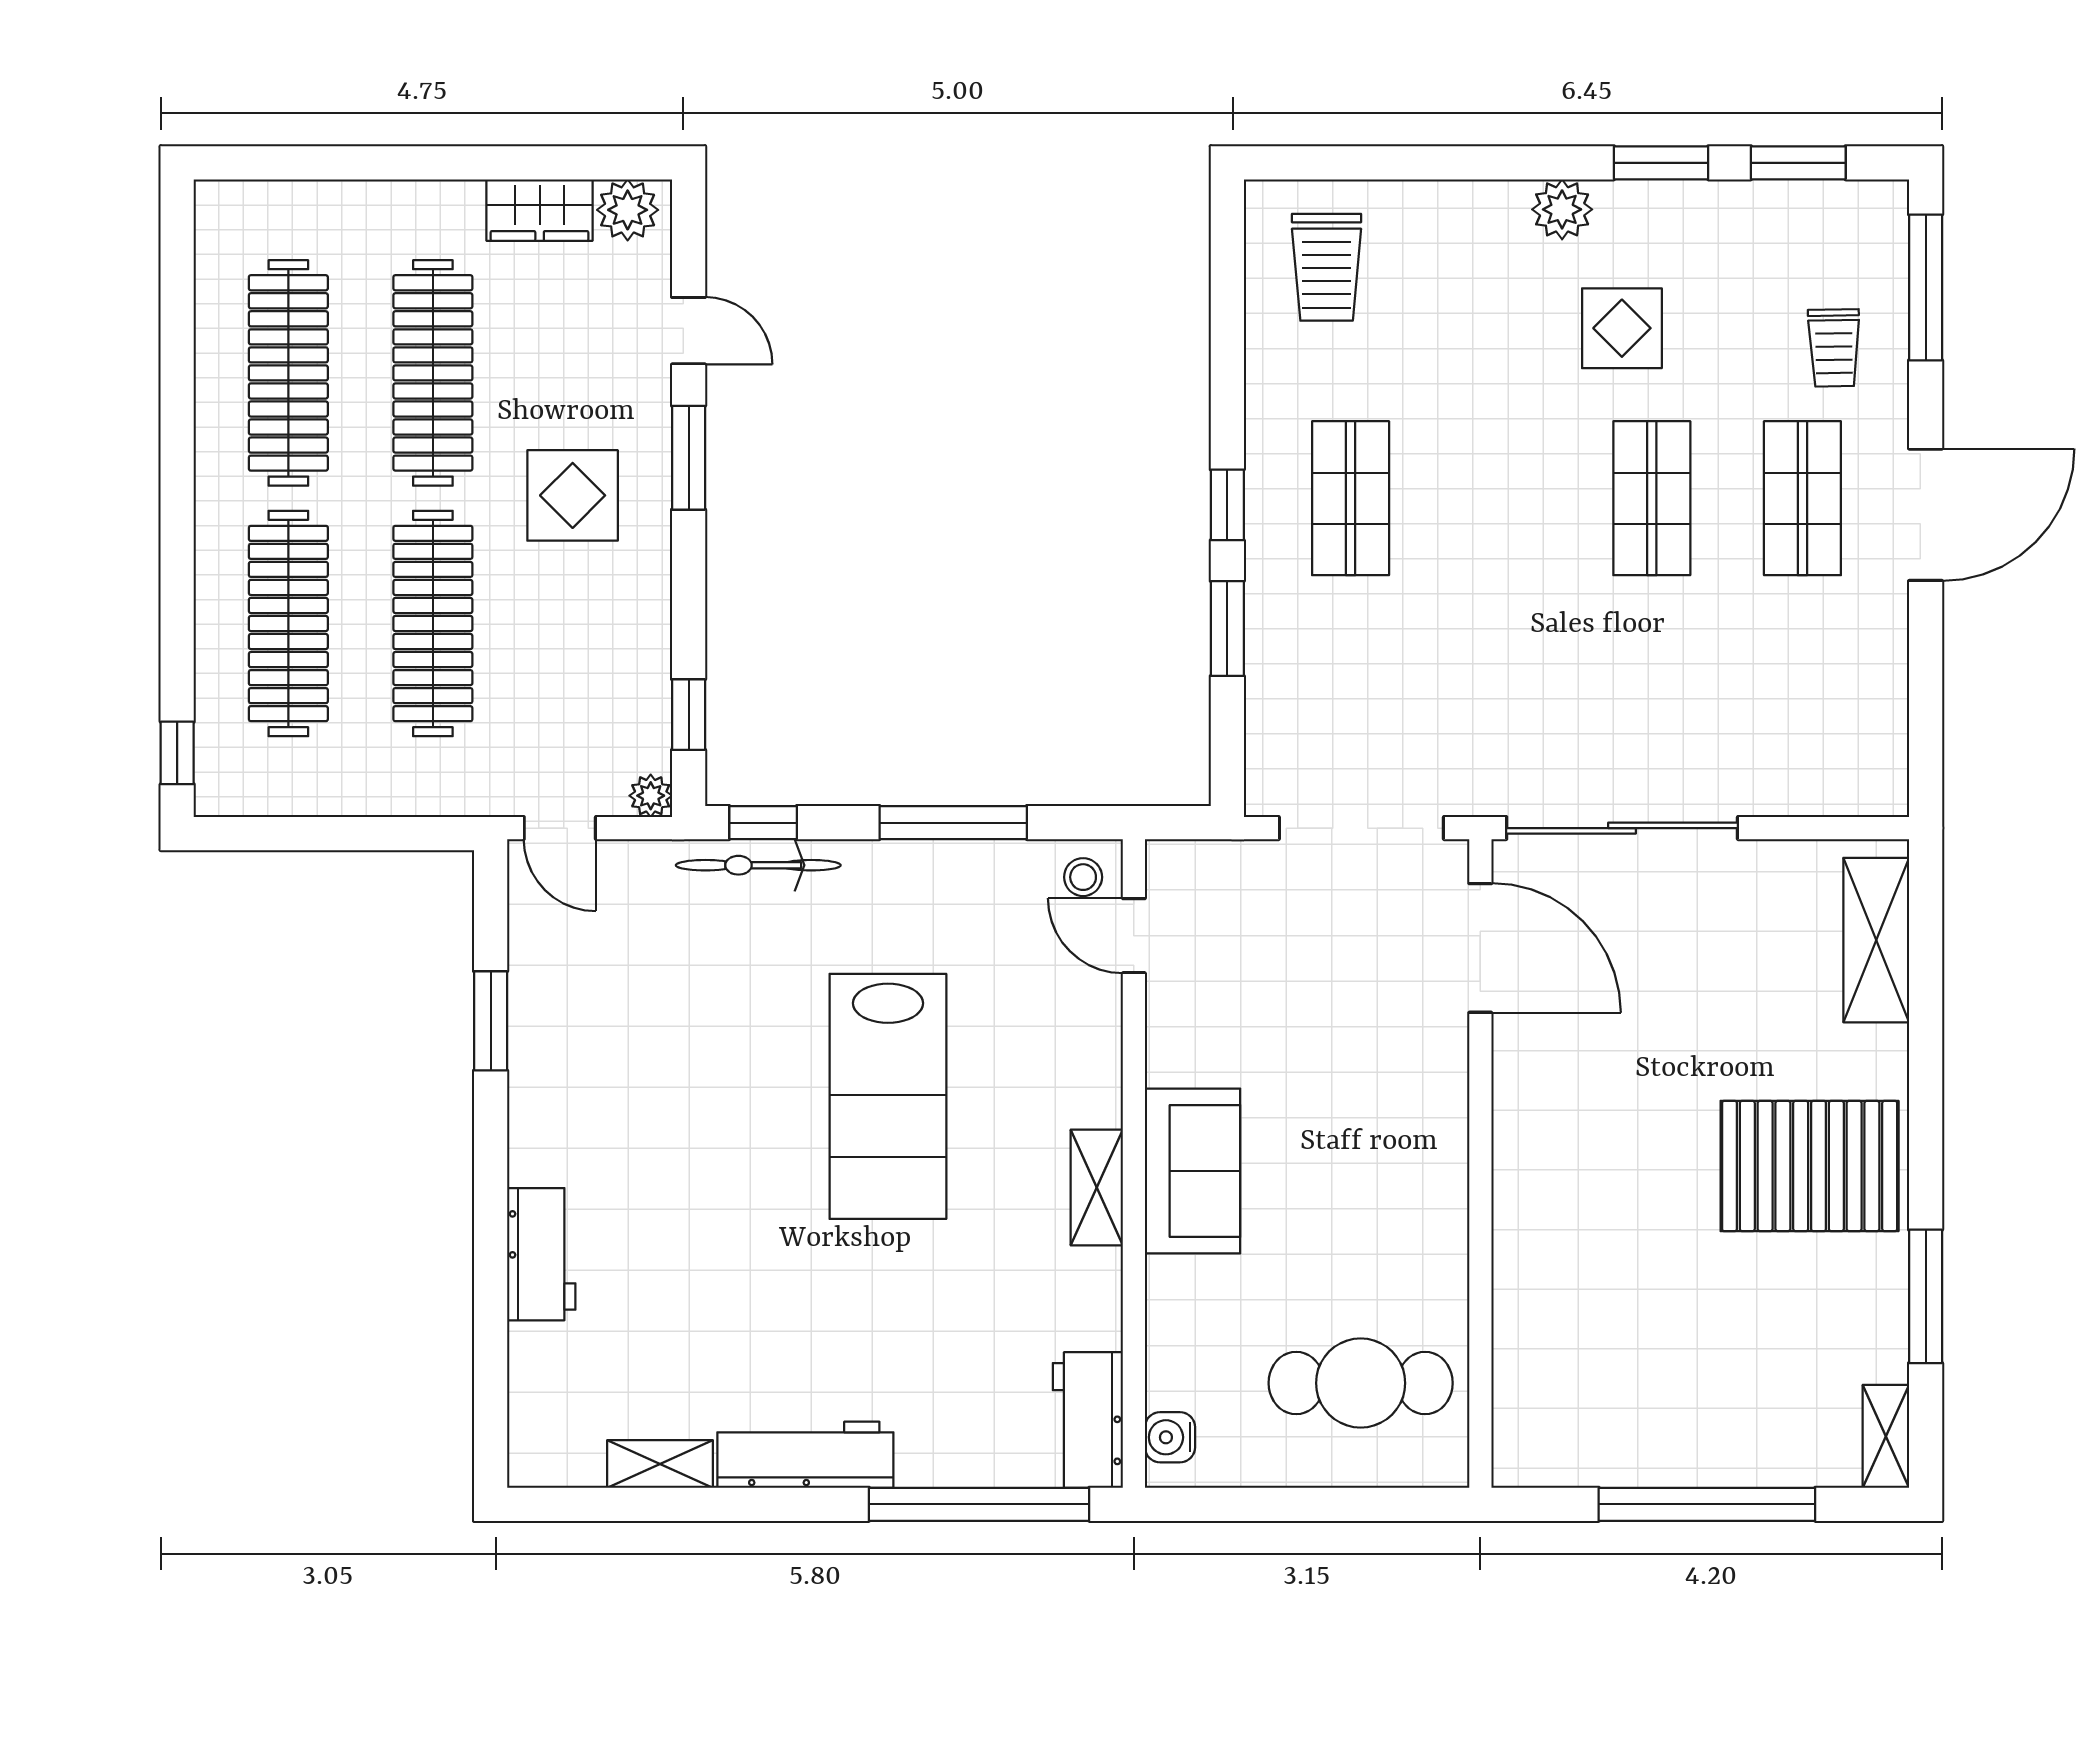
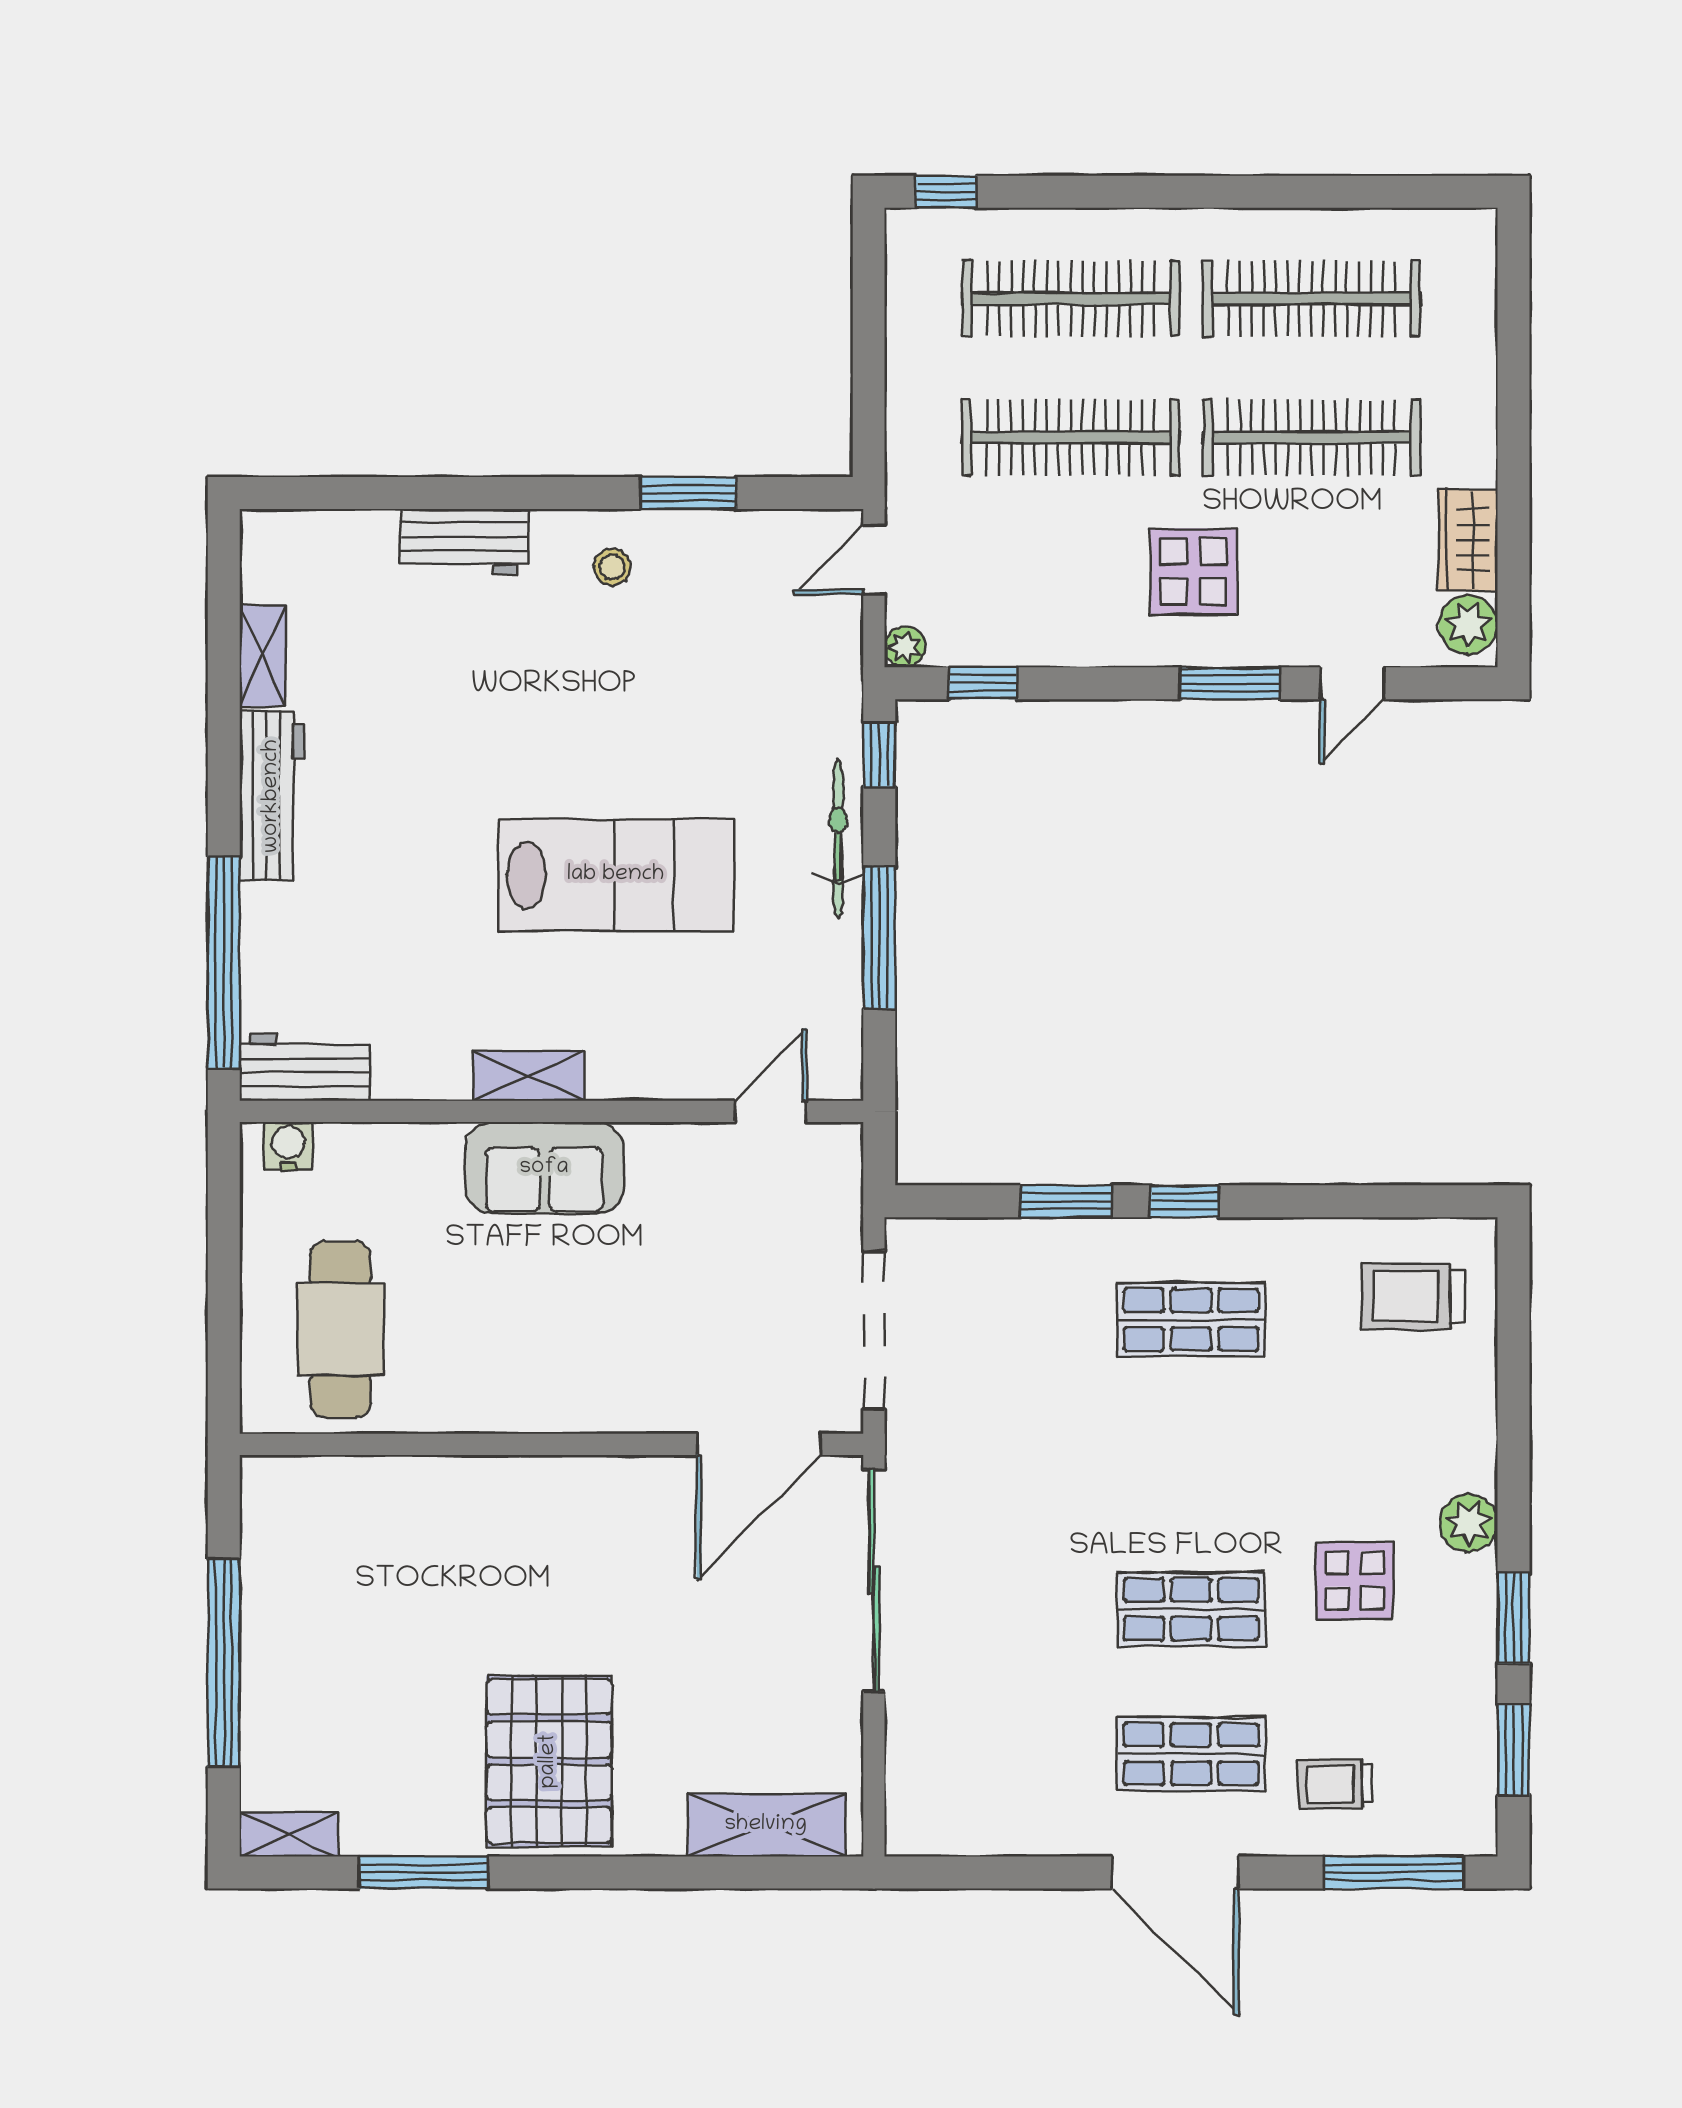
bicycle: (758, 865) -> (838, 839), moved
stool: (1083, 877) -> (612, 567), moved
lab bench: (888, 1096) -> (616, 875), turned 180

